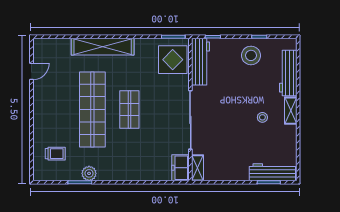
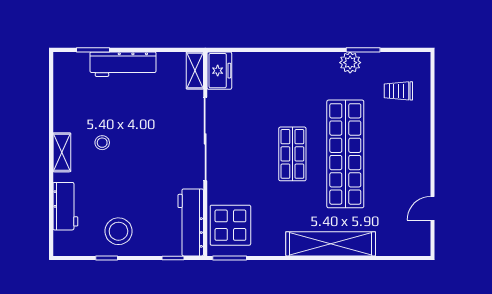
workbench: (288, 73) -> (65, 206), width x0.73
workbench: (272, 172) -> (123, 64), moved

